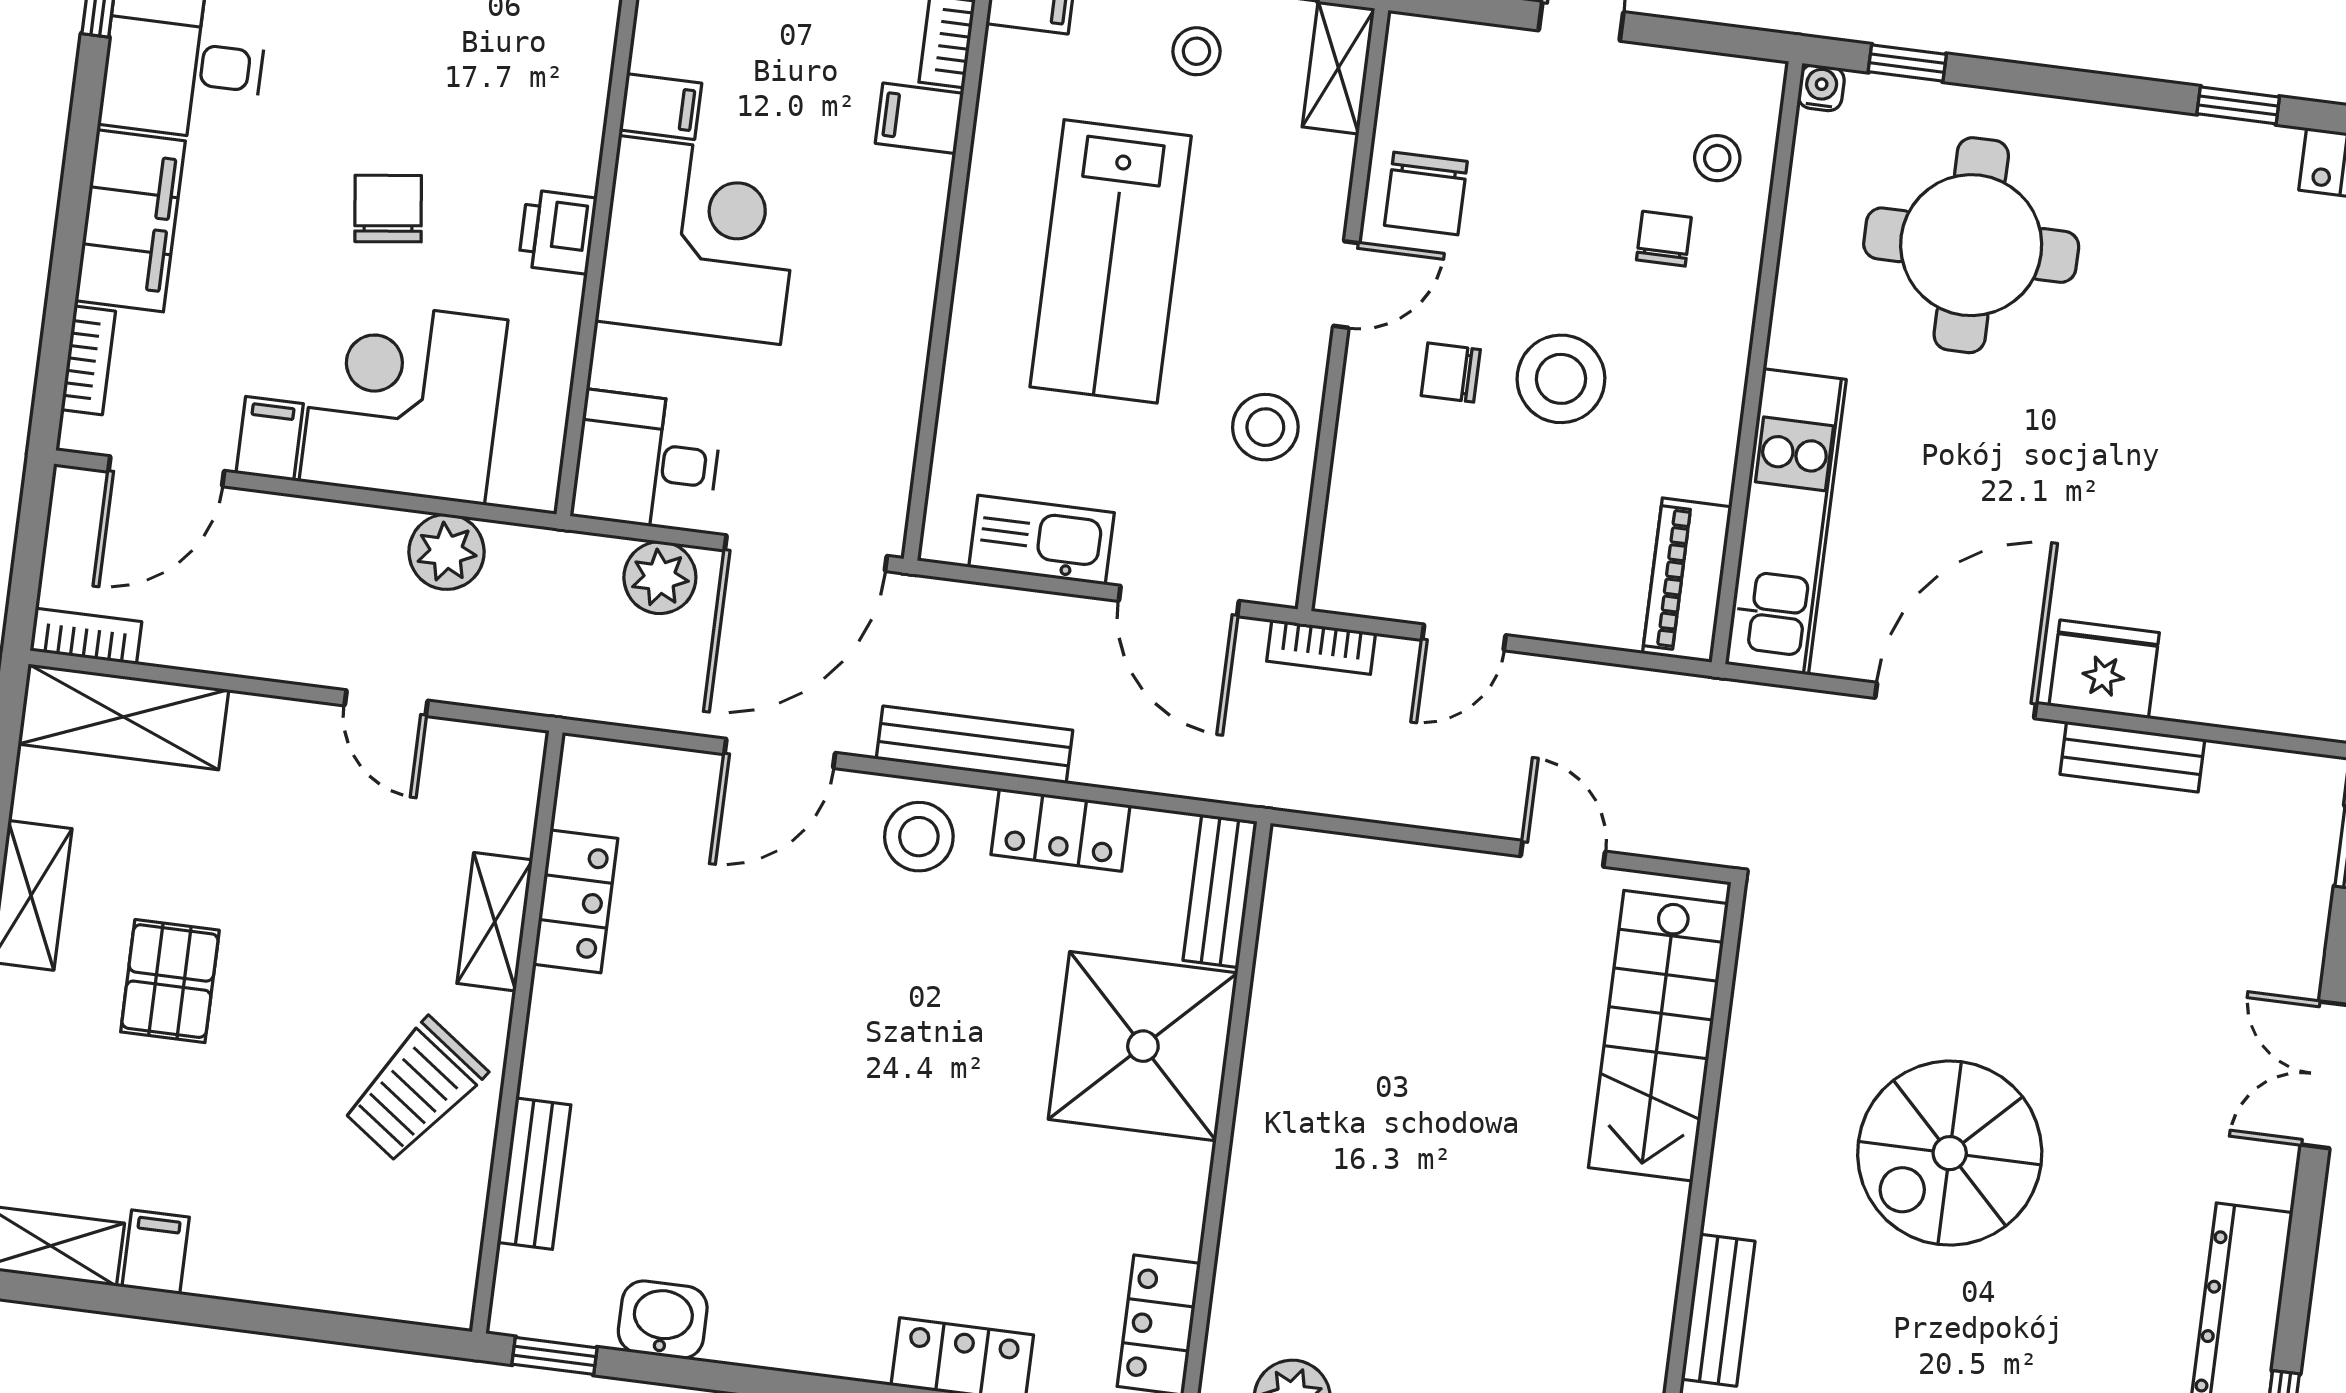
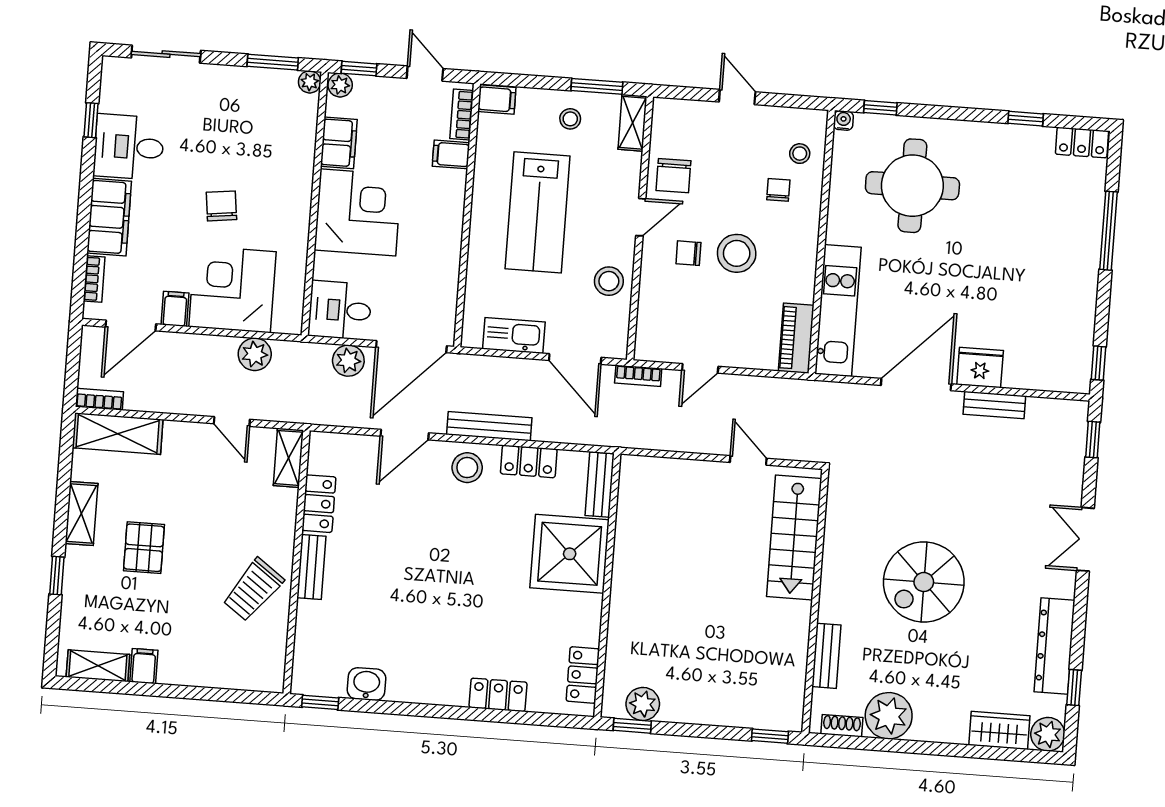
filing cabinet: (661, 107) -> (339, 143), width x2.00
printer: (557, 232) -> (296, 212), removed
shelving: (495, 922) -> (288, 458), moved
bench: (534, 1174) -> (311, 567), moved

